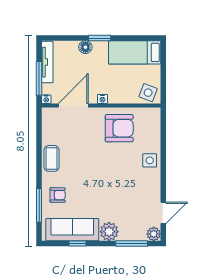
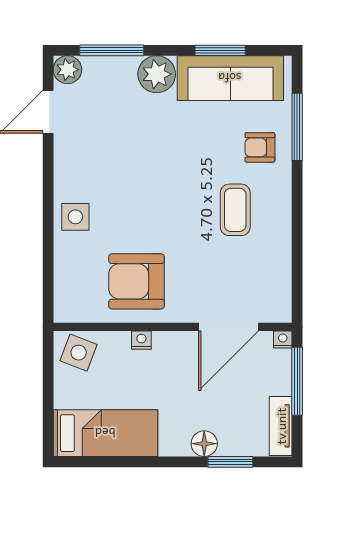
window: (100, 38) -> (230, 462), moved
tv unit: (47, 62) -> (281, 426), width x0.71
nightstand: (102, 99) -> (141, 340), moved
coffee table: (52, 158) -> (235, 210), moved
window: (77, 244) -> (220, 50), width x1.50

